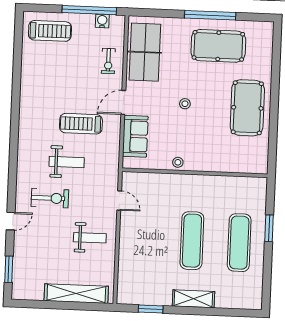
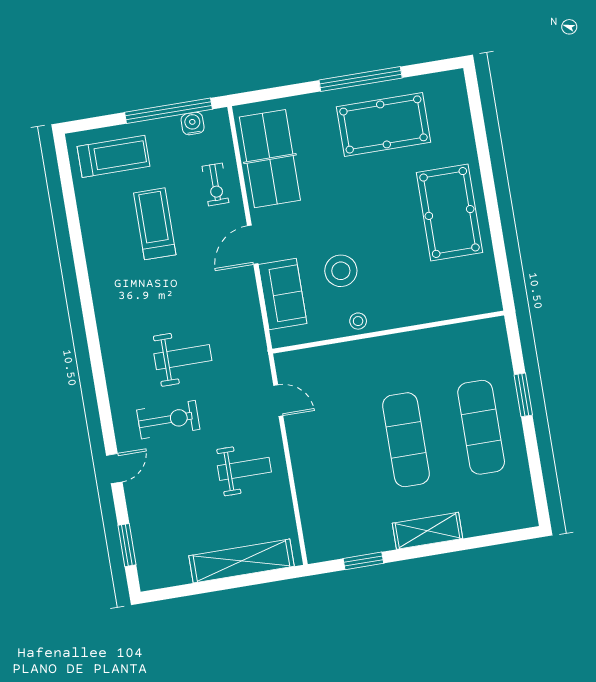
stool: (185, 104) -> (341, 271), moved, width x1.89, depth x1.89
treadmill: (81, 124) -> (155, 224), moved, turned 90

